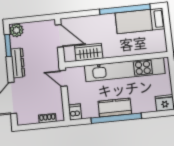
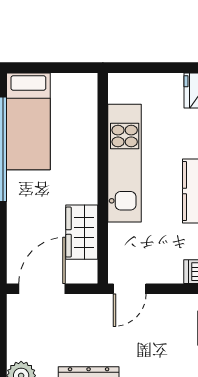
kitchen unit: (125, 70) -> (125, 163), width x0.73

